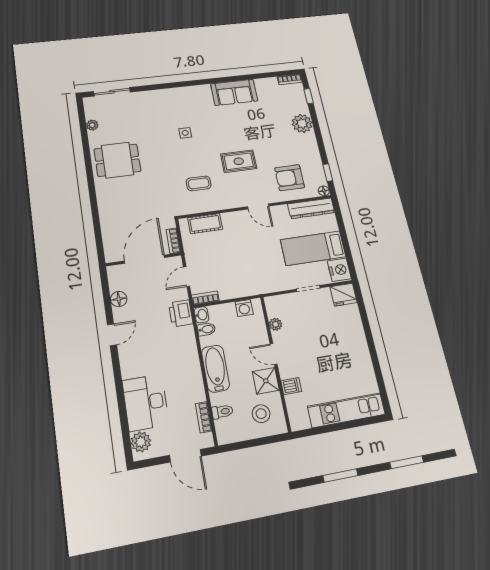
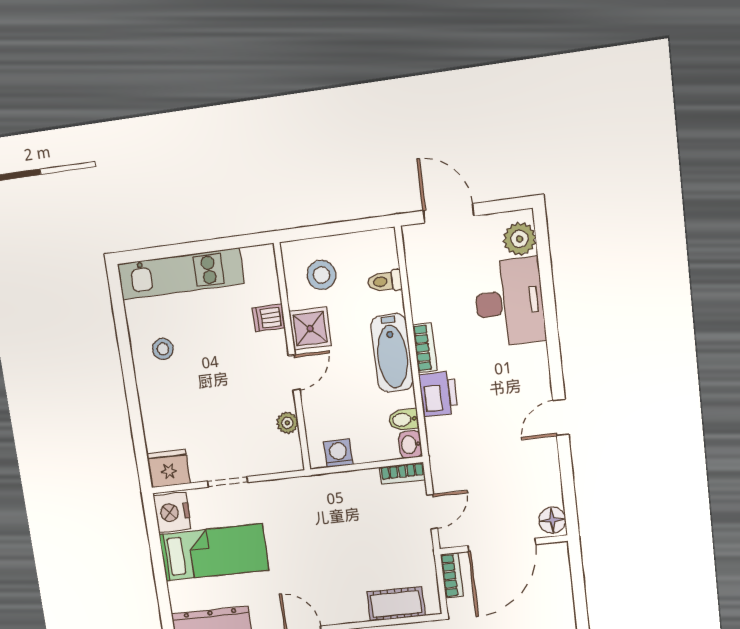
floor lamp: (119, 299) -> (552, 520), moved
printer: (181, 313) -> (438, 394), moved
door: (274, 354) -> (294, 373), hinge flipped
stool: (353, 365) -> (163, 349), added
bookcase: (204, 417) -> (425, 348), moved

